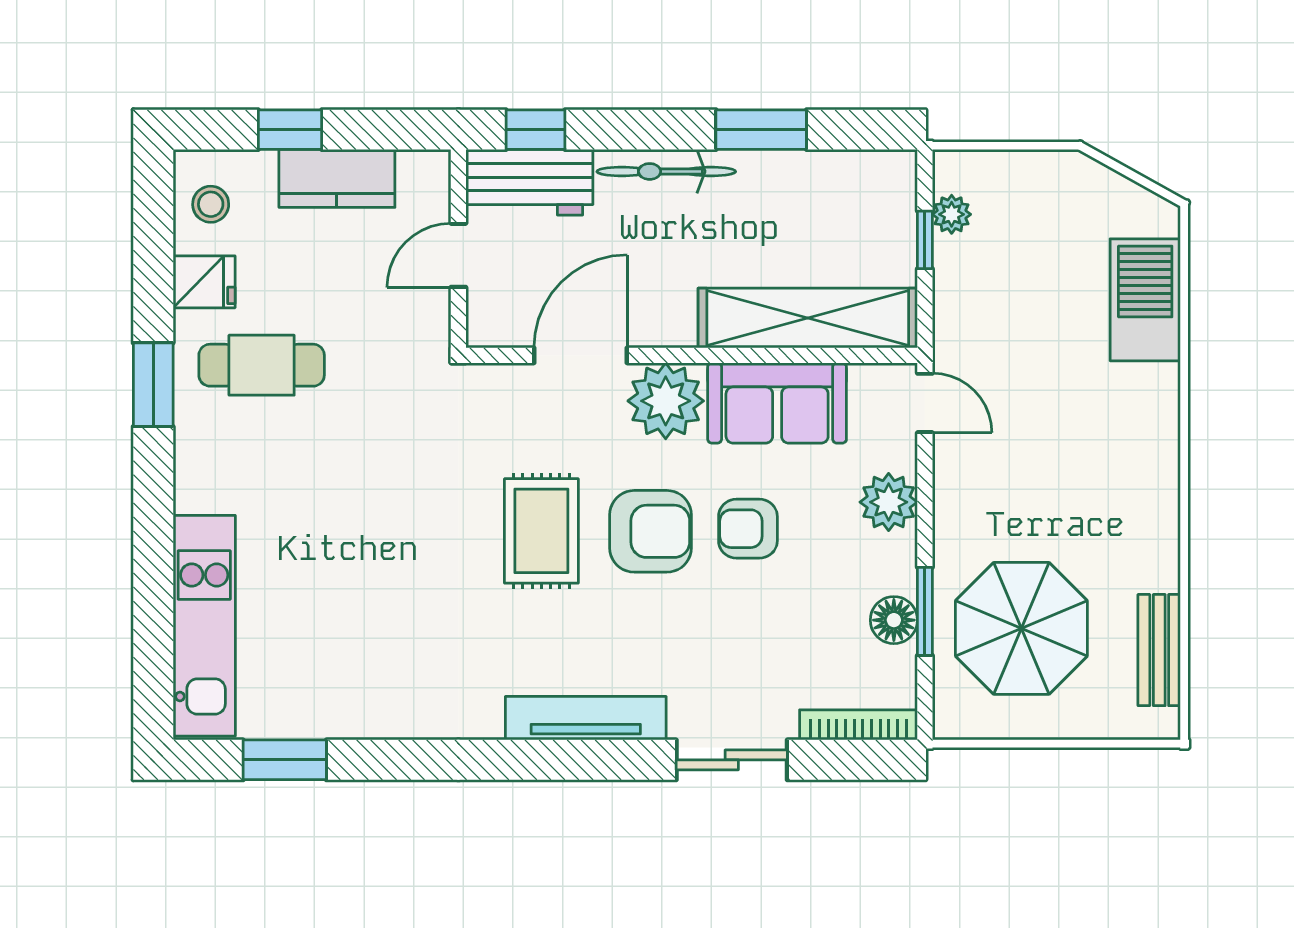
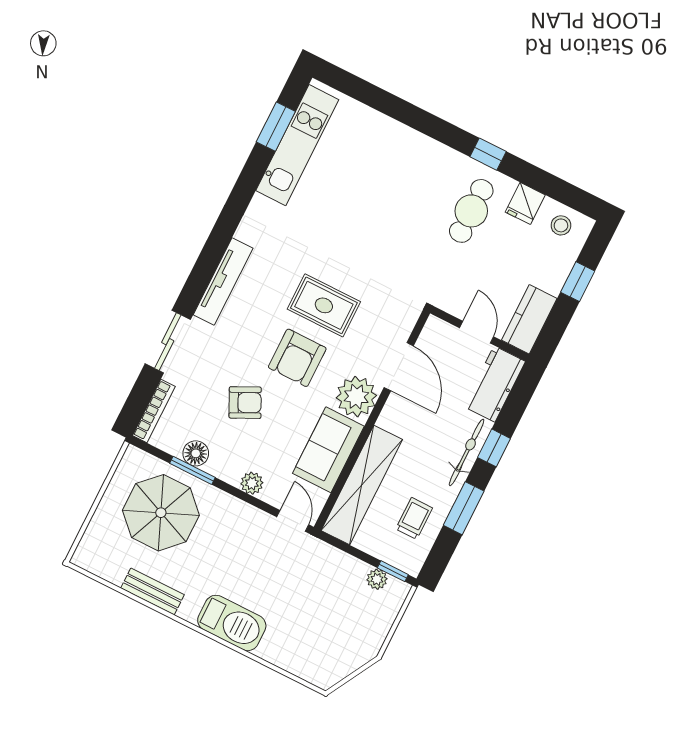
window: (536, 130) -> (494, 448), moved
kitchen counter: (337, 178) -> (529, 319), moved
trolley: (820, 203) -> (414, 518), added
window: (925, 240) -> (393, 571), moved
barbecue: (1145, 300) -> (232, 623), moved
window: (153, 385) -> (488, 154), width x0.67
door: (925, 403) -> (293, 521), swing flipped
plant: (889, 502) -> (252, 483), width x0.73, depth x0.73
armchair: (748, 529) -> (245, 403), moved, turned 64
kitchen unit: (204, 626) -> (297, 145), moved, turned -90
bench: (1159, 650) -> (152, 591), moved

